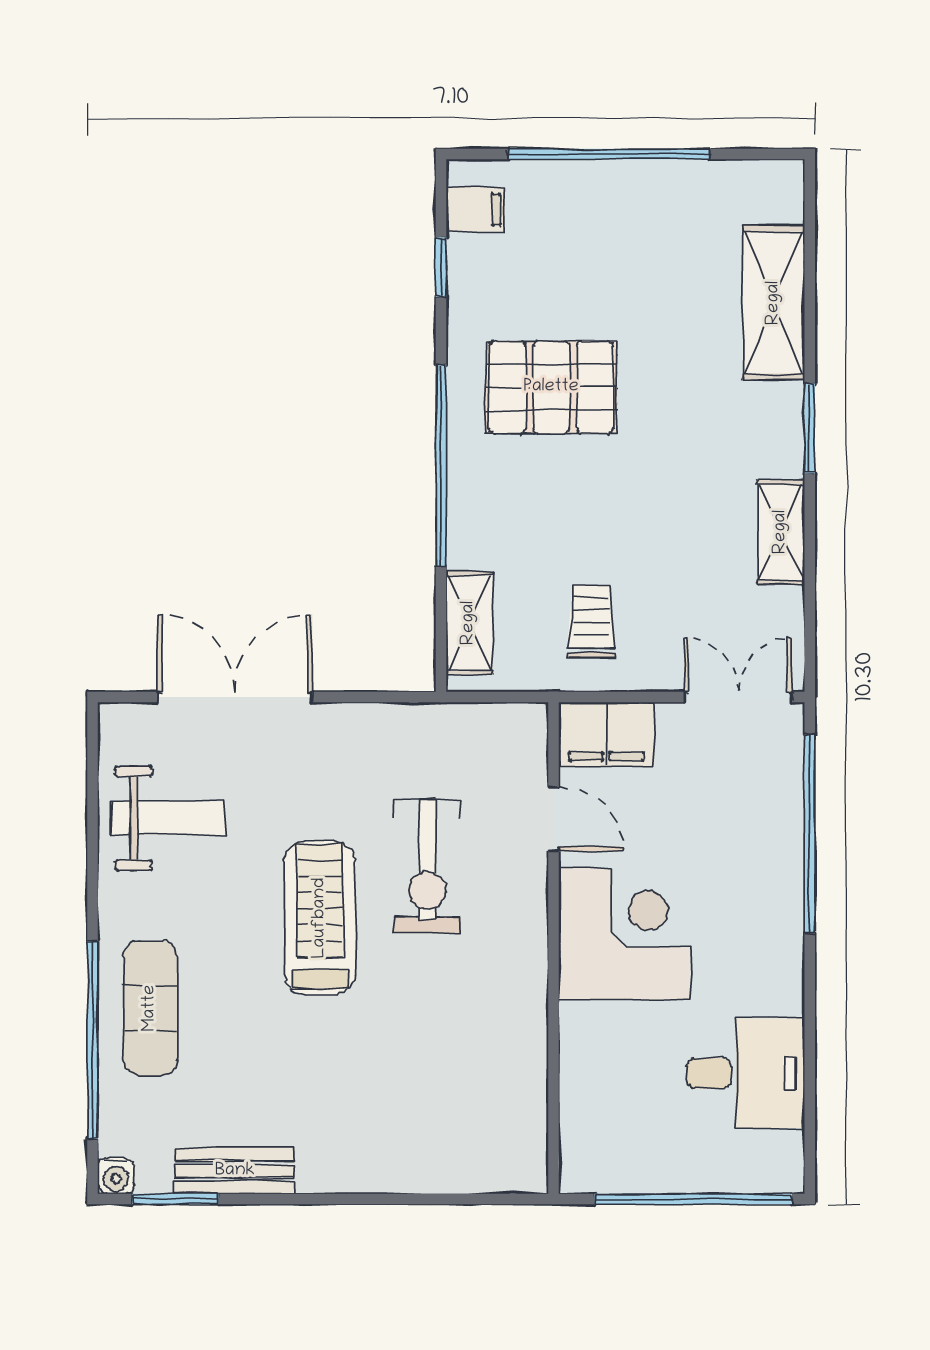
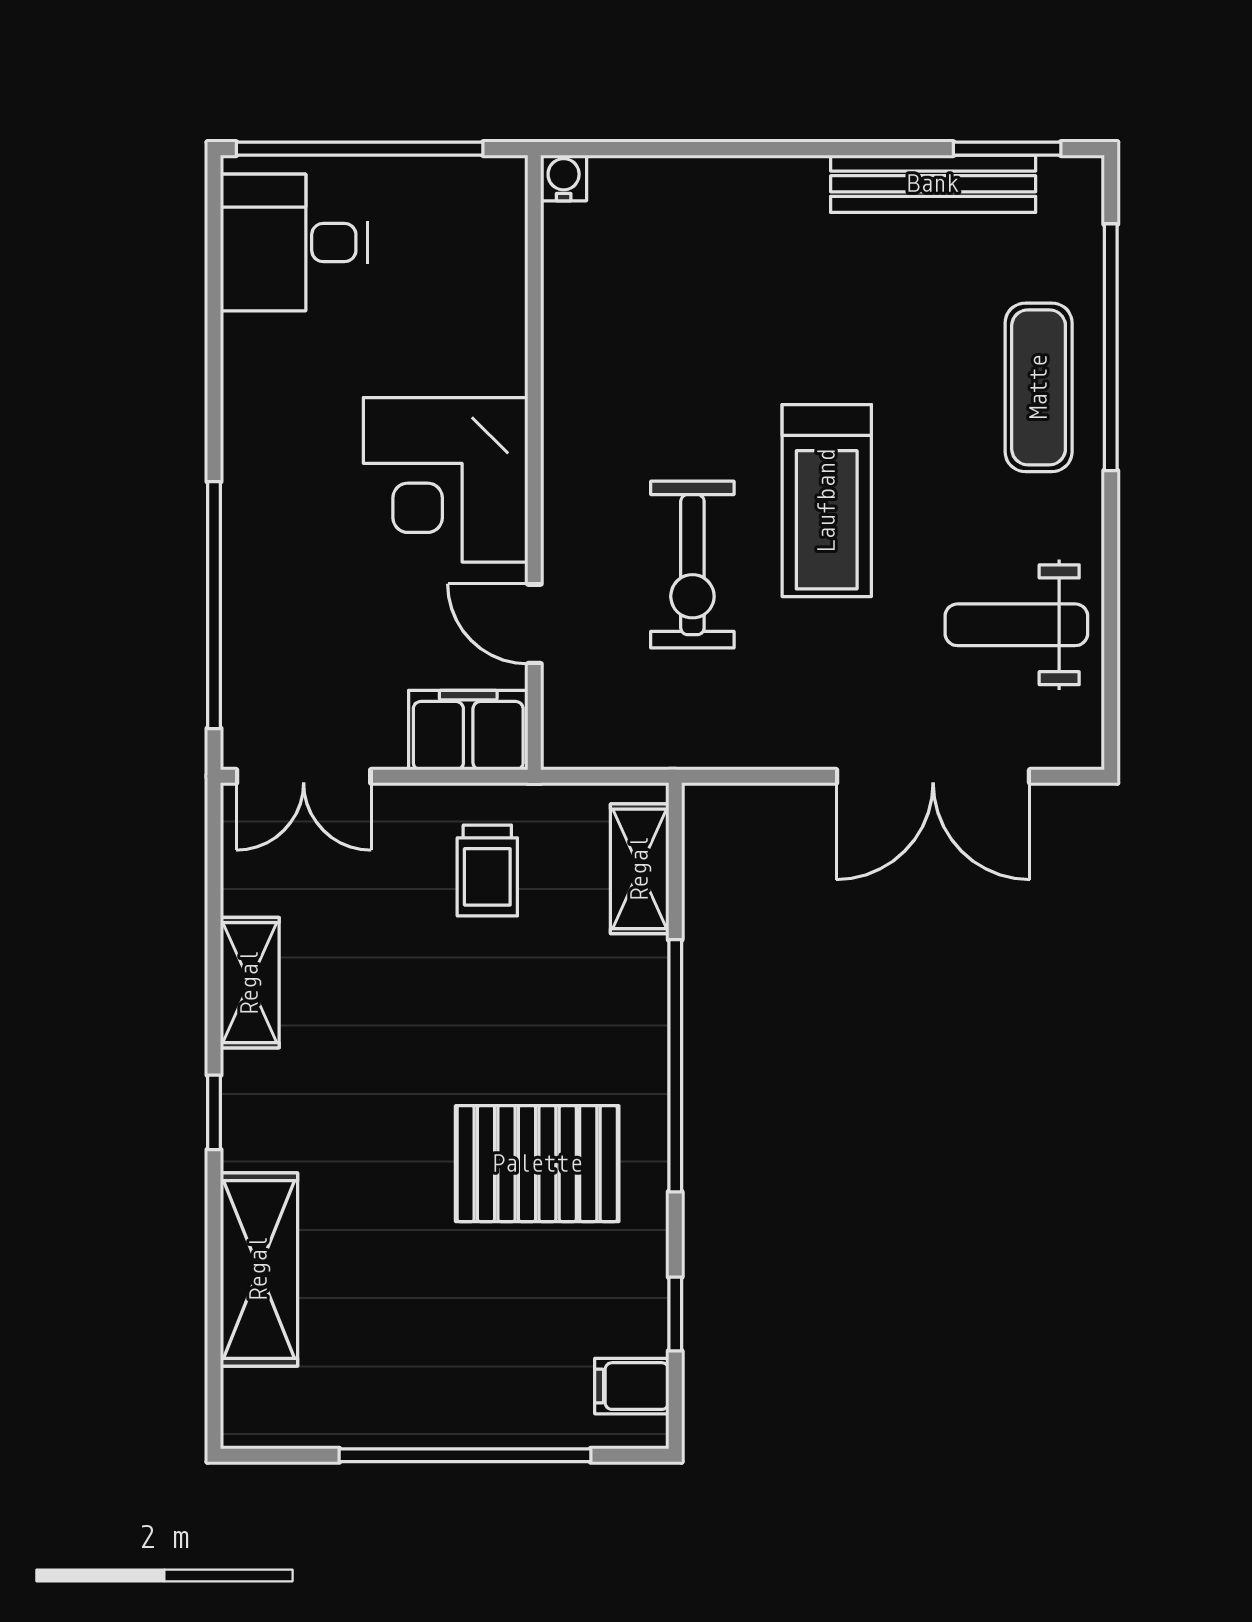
window: (810, 428) -> (214, 1112), width x0.67
exercise bike: (427, 866) -> (692, 565), turned 180
desk: (746, 1073) -> (294, 243), moved
bench: (235, 1171) -> (933, 184), width x1.36
water cooler: (116, 1176) -> (564, 178), moved

